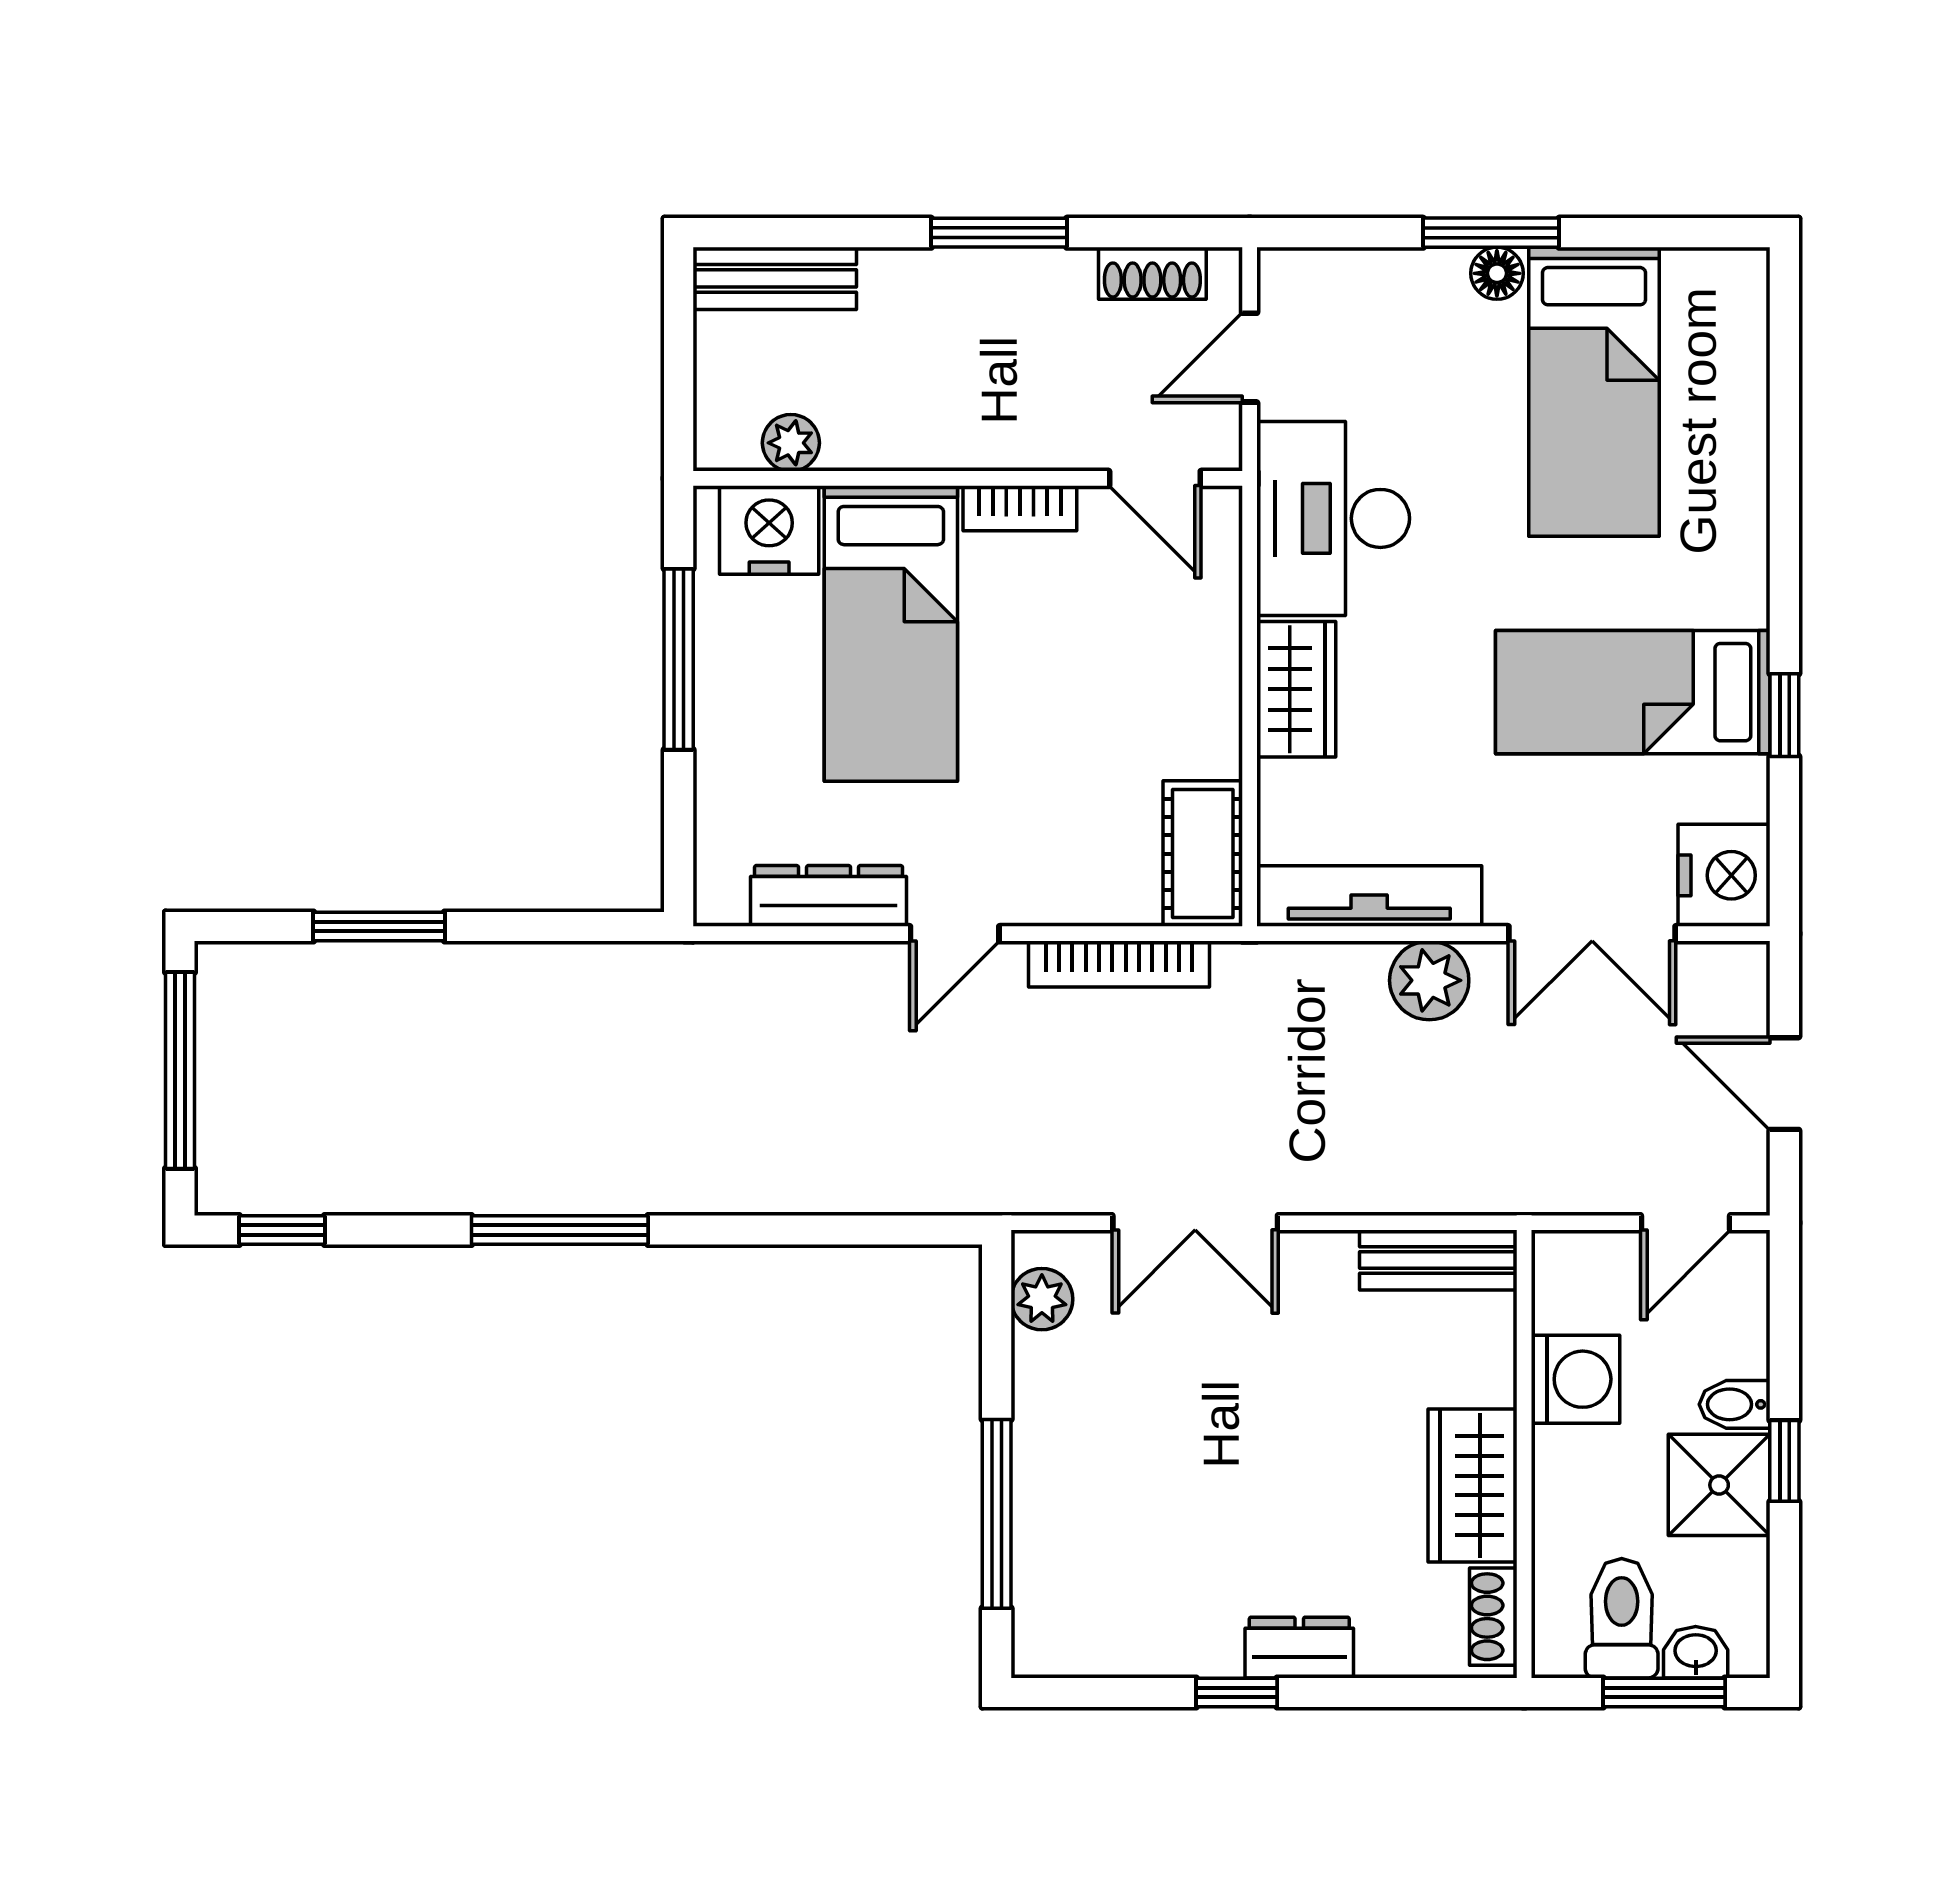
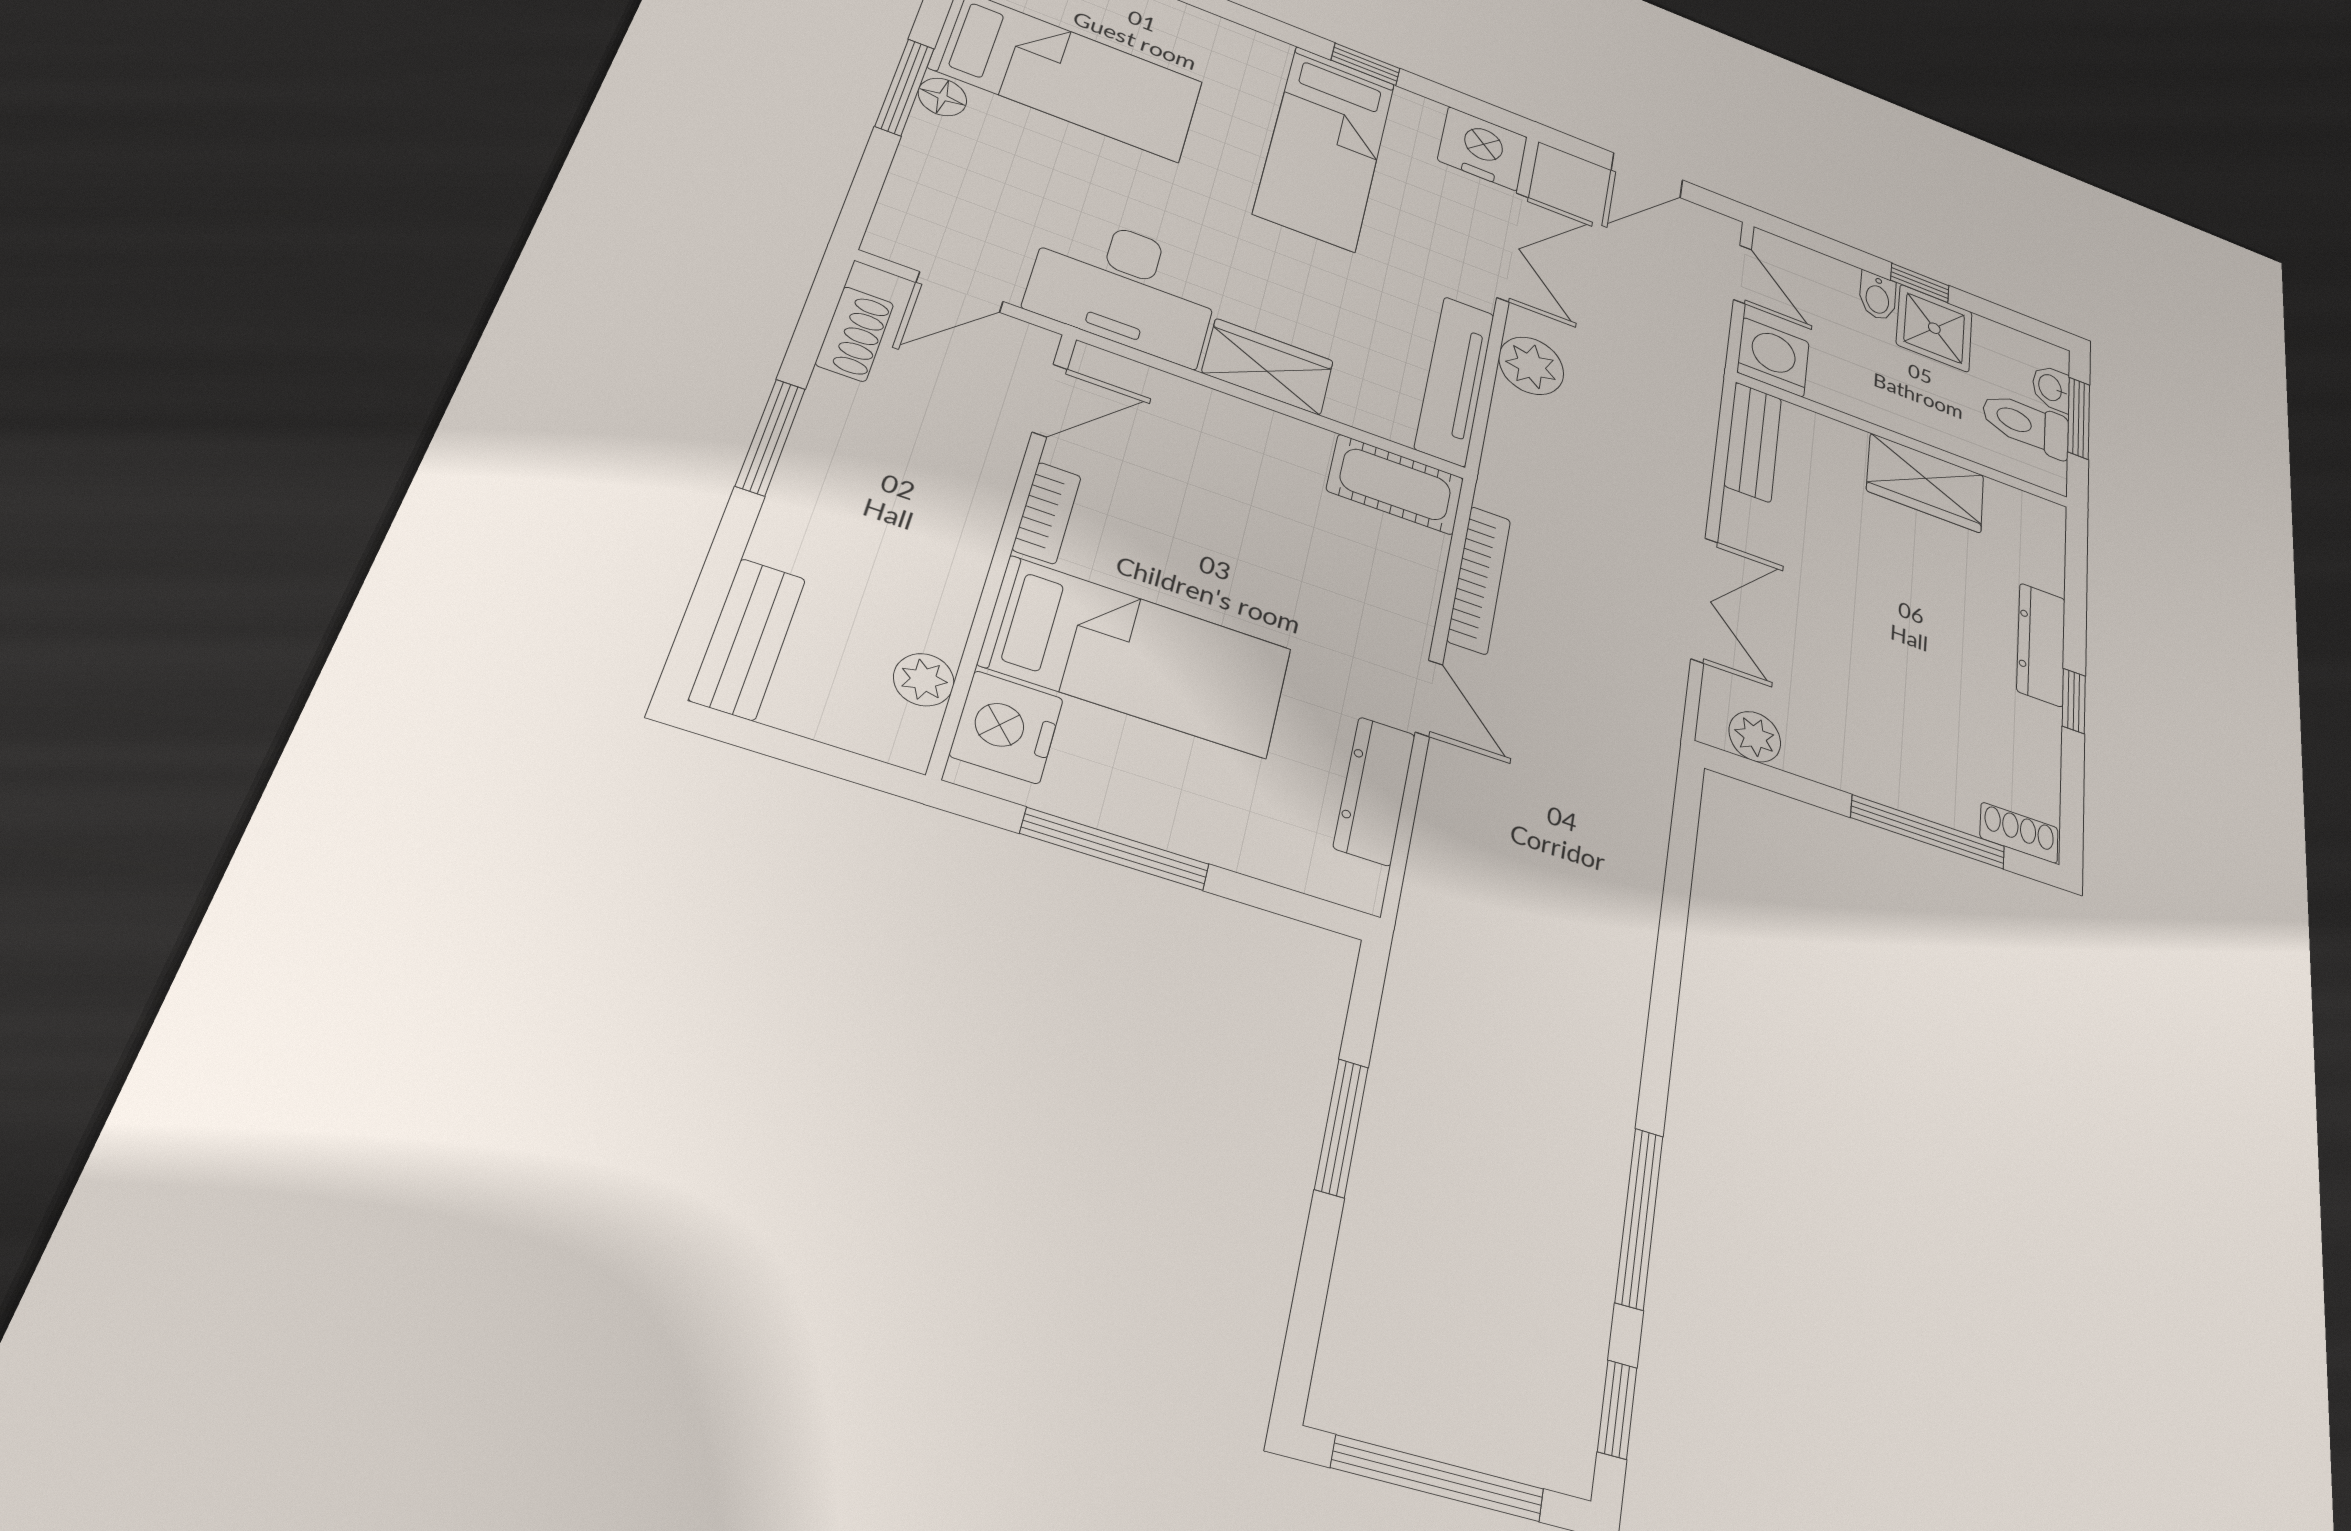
door: (1250, 358) -> (960, 292), hinge flipped
window: (379, 926) -> (1342, 1128), moved
window: (560, 1230) -> (1639, 1218), moved
washing machine: (1576, 1379) -> (1773, 357), moved
shoe rack: (1493, 1617) -> (2019, 833), moved, turned 180
dresser: (1299, 1648) -> (2041, 645), width x1.44

